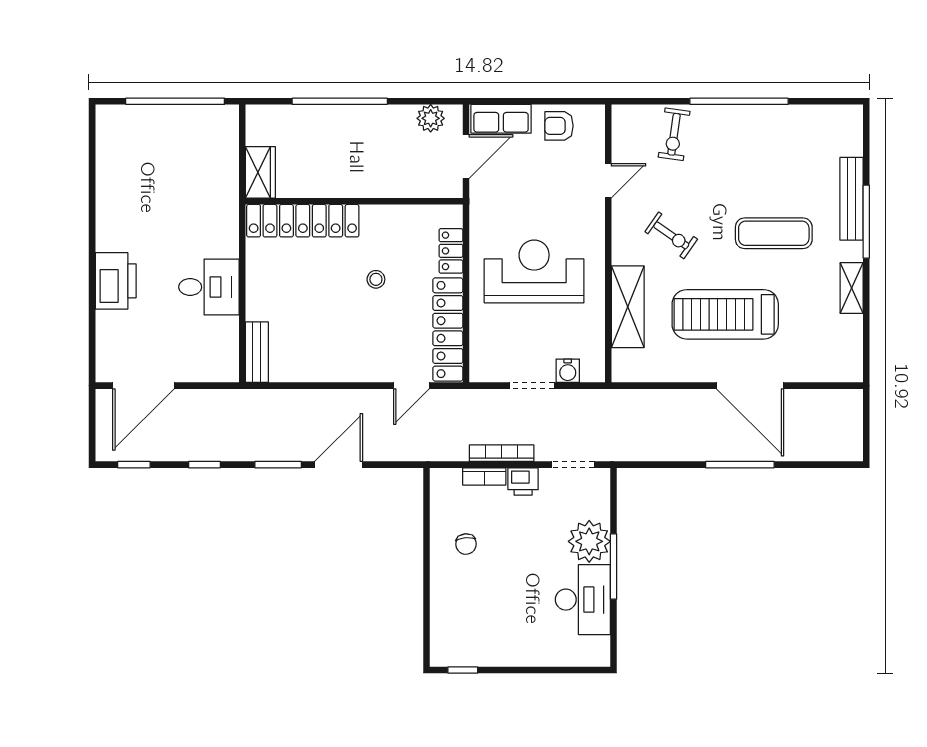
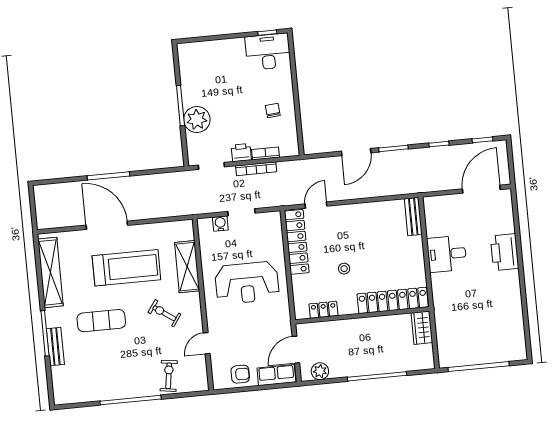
bench: (851, 199) -> (55, 347), width x0.73
locker: (451, 251) -> (323, 310), moved, turned -90
shelving: (852, 288) -> (51, 272), width x2.20, depth x1.33
desk: (583, 600) -> (268, 52), moved, turned 90

